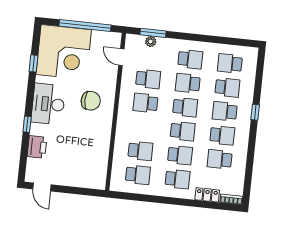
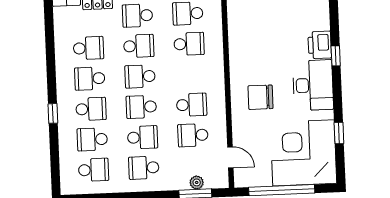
printer: (37, 147) -> (320, 45), moved
school desk: (140, 151) -> (189, 44), turned 180
school desk: (180, 155) -> (139, 46), turned 180

